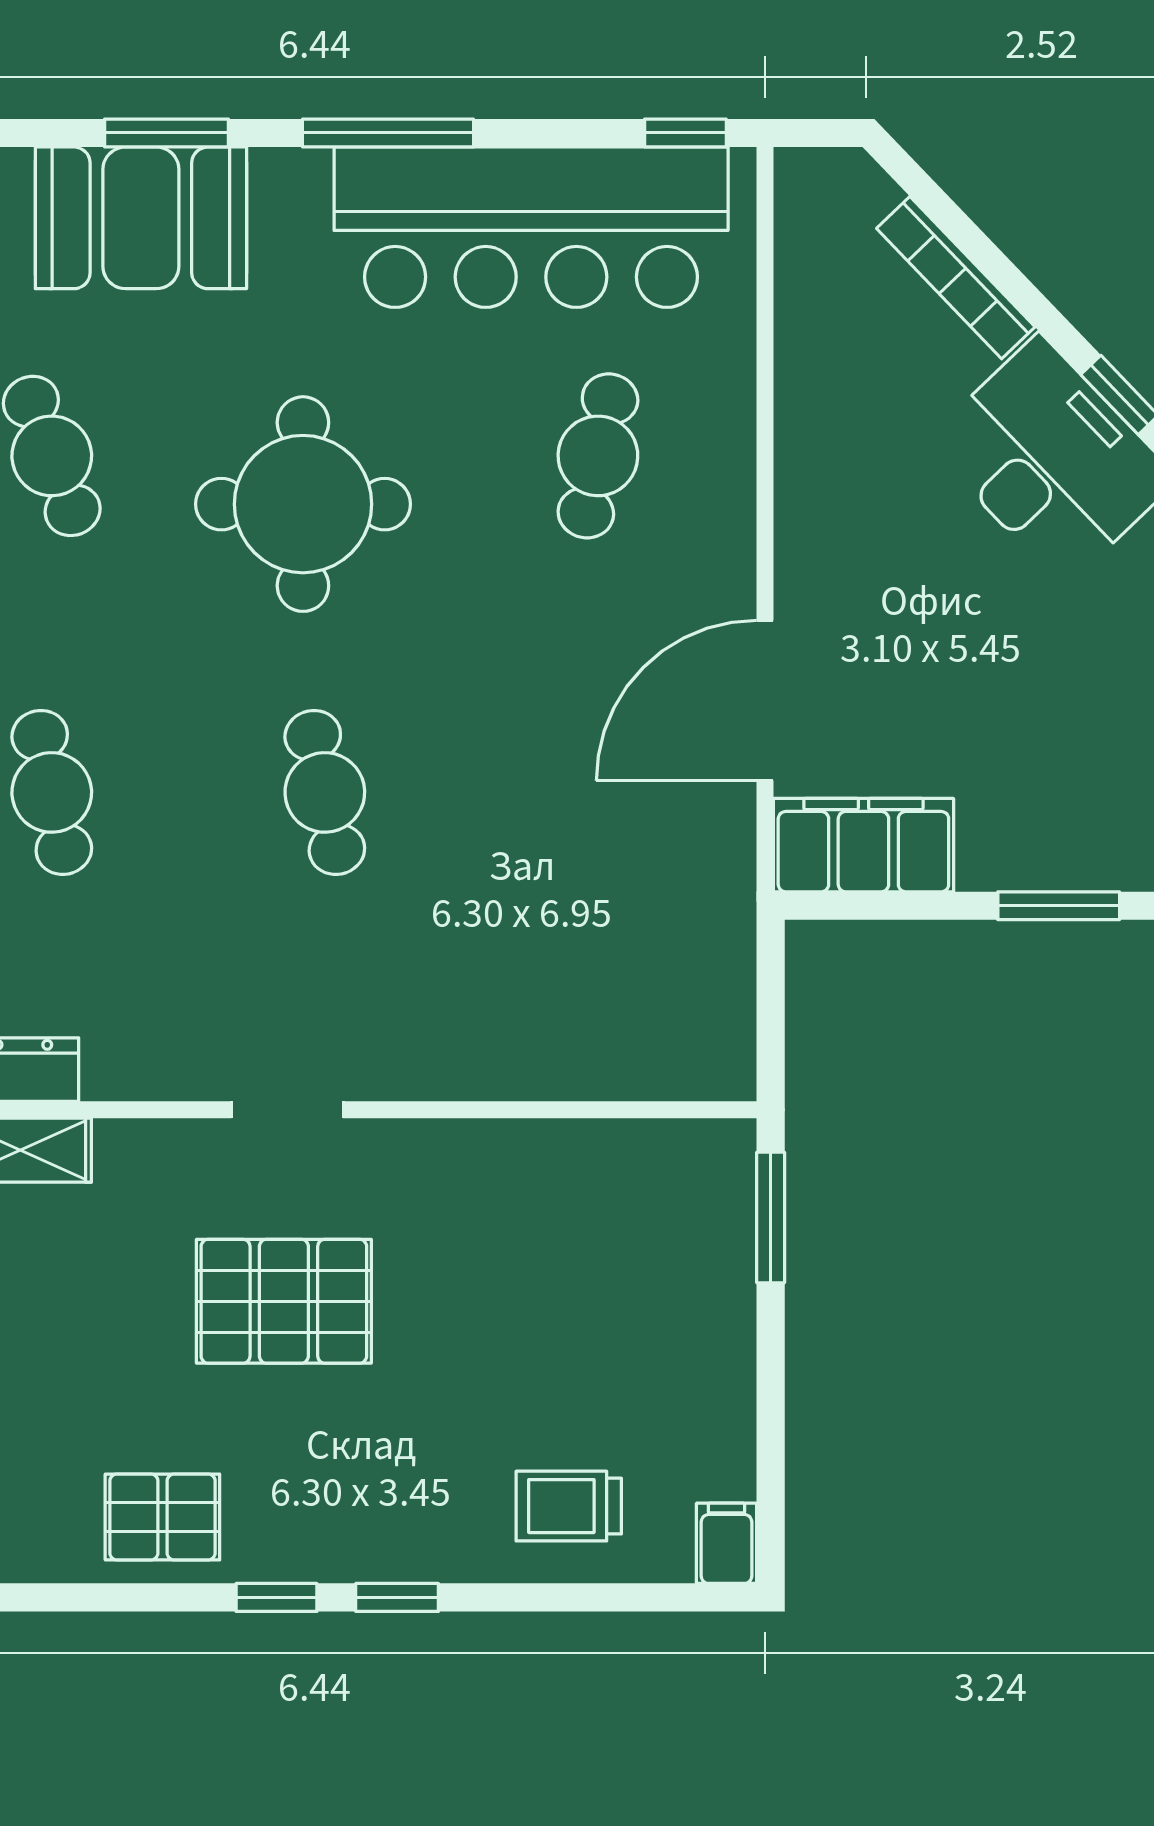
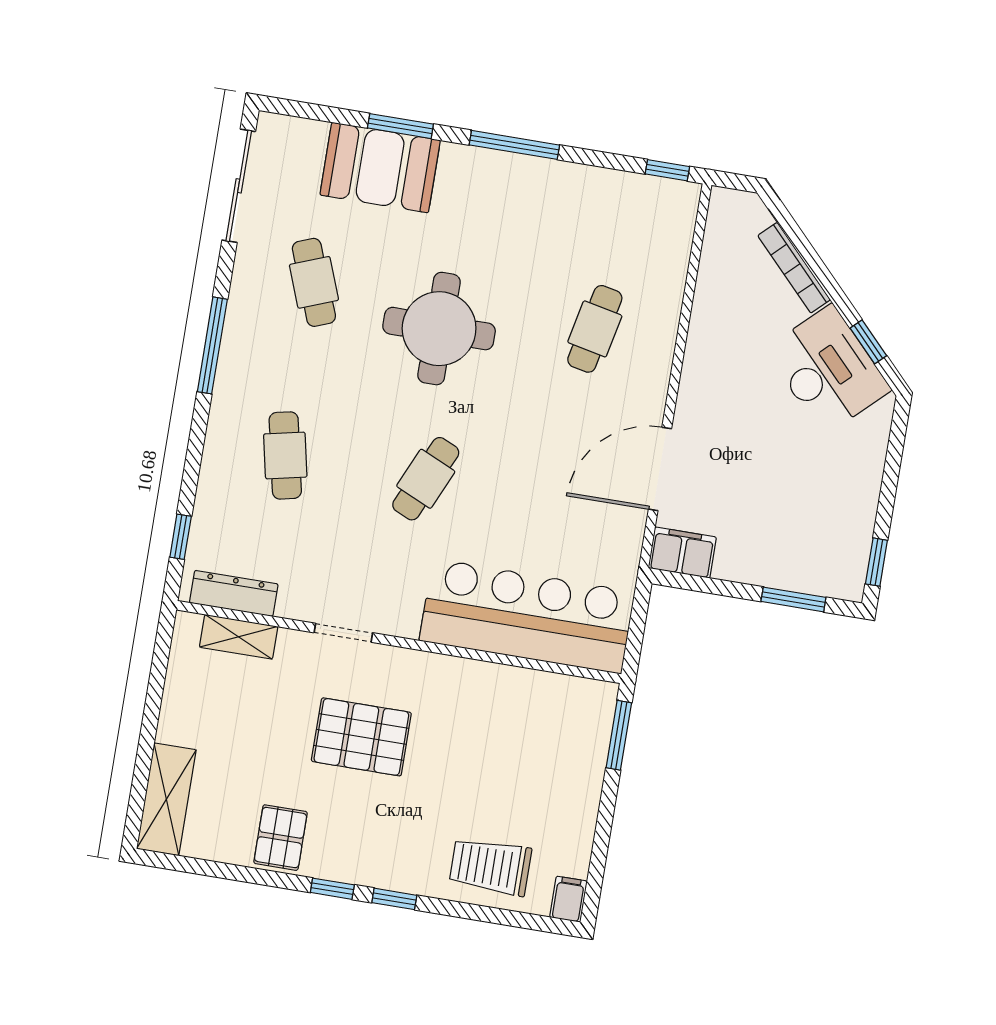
bar counter: (531, 227) -> (527, 616), moved, turned 180
cafe table: (325, 792) -> (426, 479), turned 36
filing cabinet: (863, 845) -> (682, 553), width x0.67, depth x0.86
doorway: (287, 1110) -> (343, 633), moved
trolley: (569, 1506) -> (490, 867), width x1.36, depth x1.39
pallet: (162, 1517) -> (281, 838), turned 90

